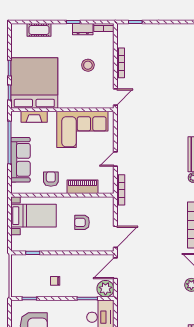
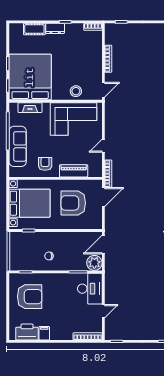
dresser: (83, 29) -> (55, 28), moved
stool: (88, 65) -> (76, 91), moved
bed with nightstands: (34, 216) -> (29, 203), width x1.36
armchair: (82, 222) -> (73, 203), width x1.88, depth x1.88
door: (115, 237) -> (103, 197), moved

